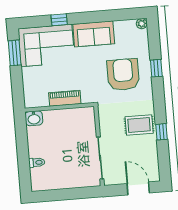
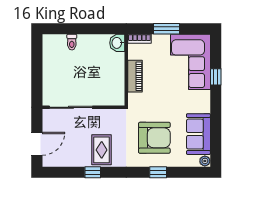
sofa: (94, 34) -> (198, 134), moved
window: (15, 53) -> (167, 29), moved
bookcase: (28, 97) -> (139, 39), added

